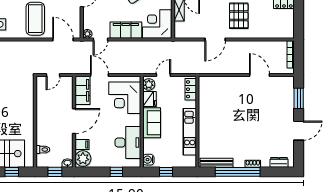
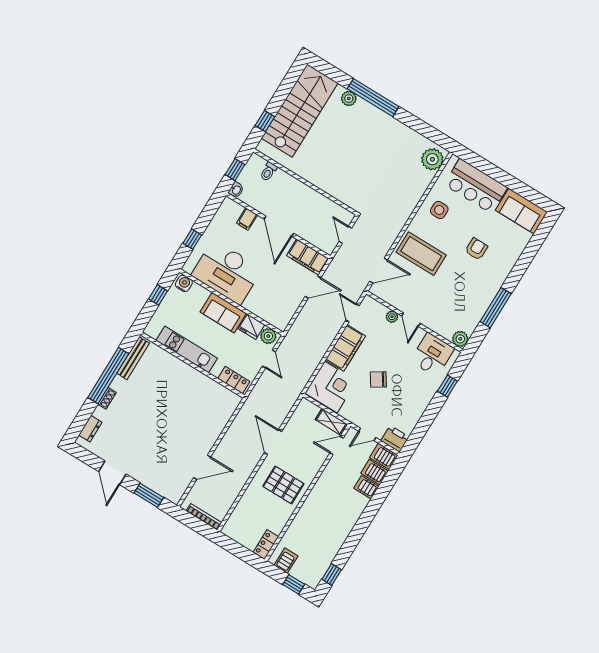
plant: (87, 34) -> (392, 317), moved
corner desk: (125, 98) -> (270, 300), removed
desk: (128, 143) -> (227, 272), width x1.36, depth x1.30
plant: (83, 159) -> (231, 210), removed

